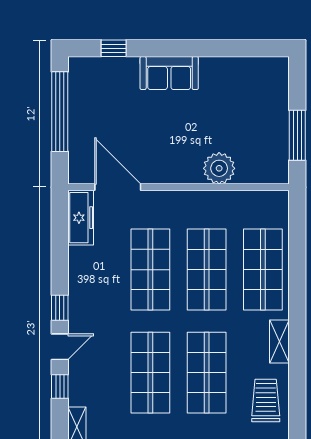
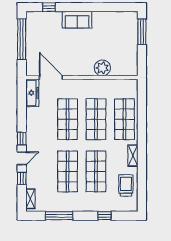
window: (297, 135) -> (142, 32), moved

